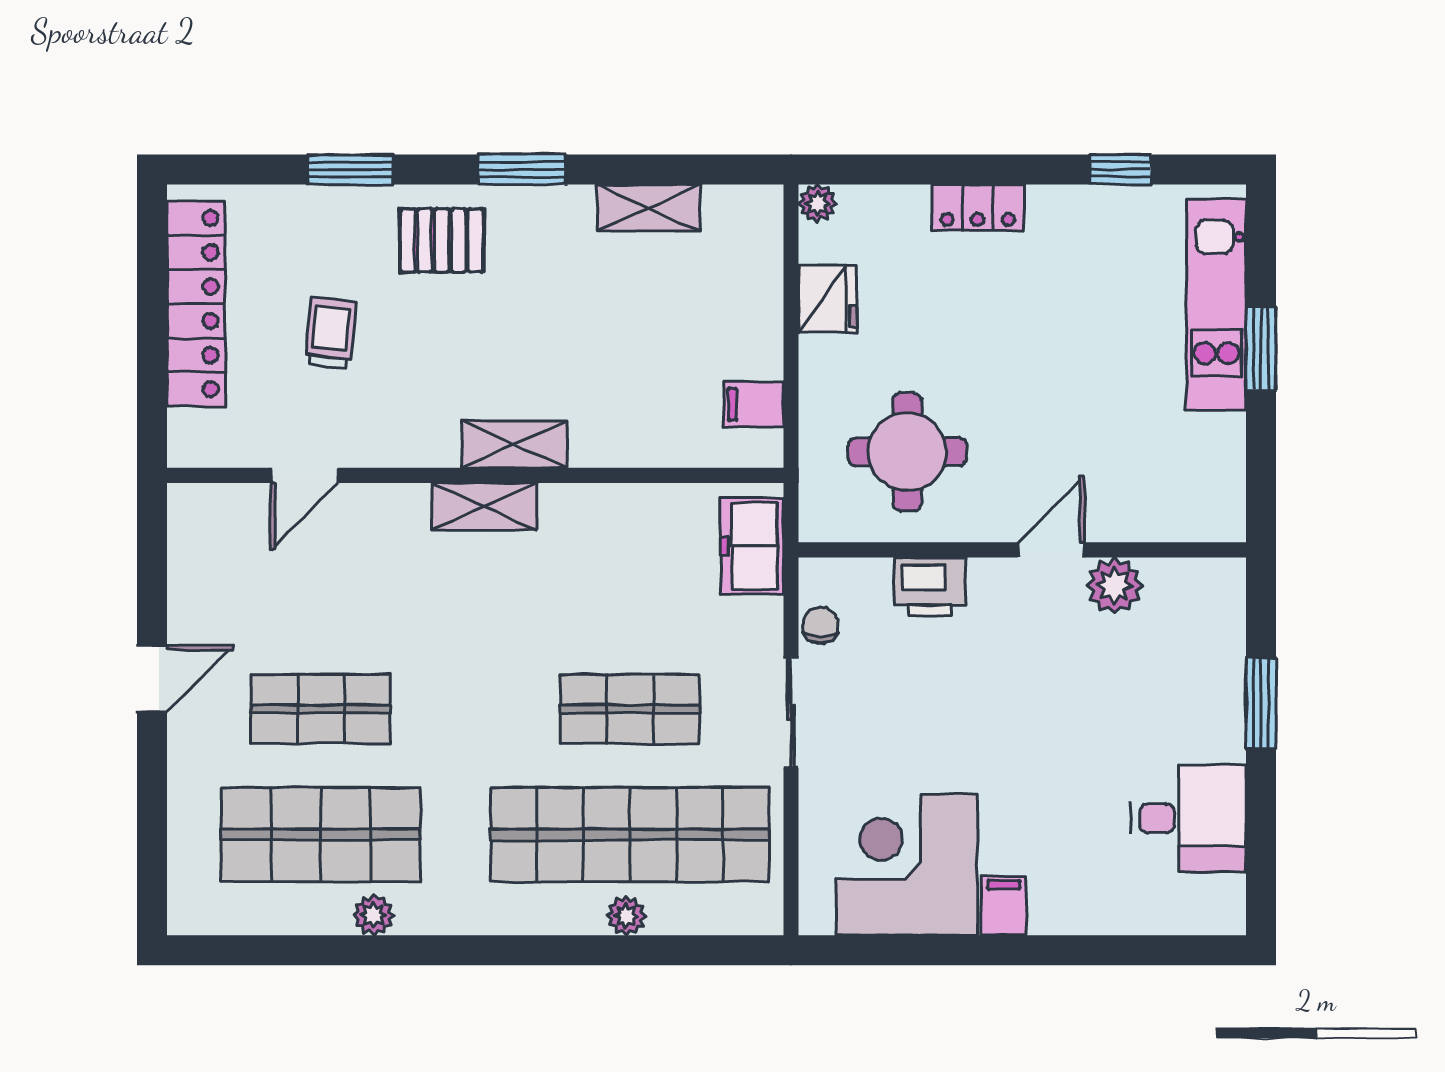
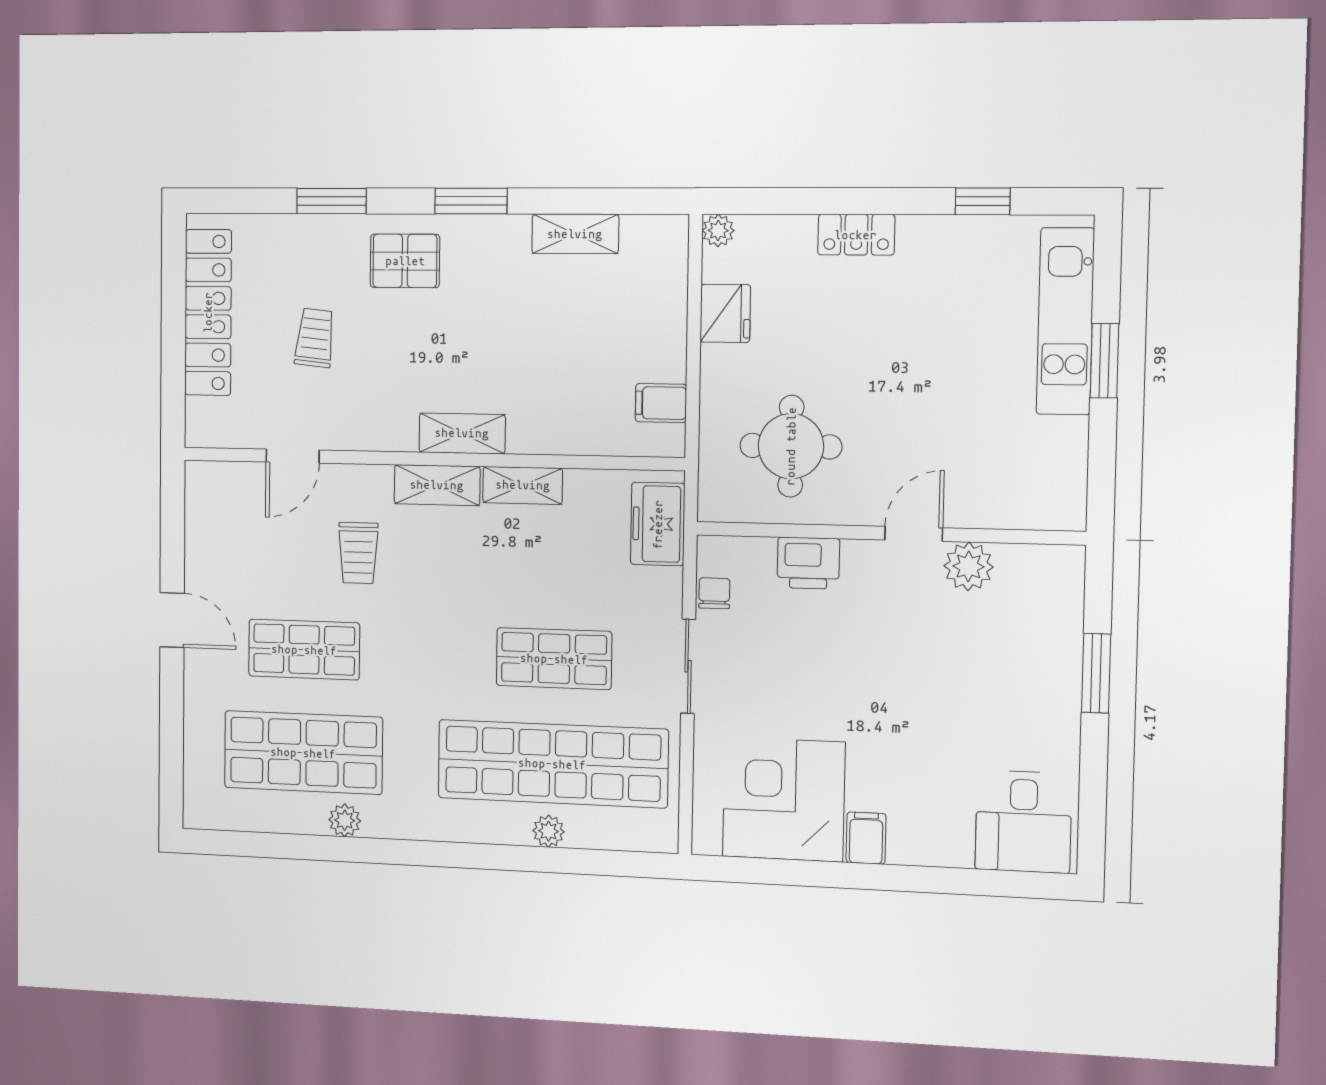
shelving: (589, 504) -> (523, 485), added
trolley: (388, 590) -> (358, 553), added
door: (152, 679) -> (172, 620), hinge flipped
desk: (1188, 818) -> (1023, 822), moved, turned 90

